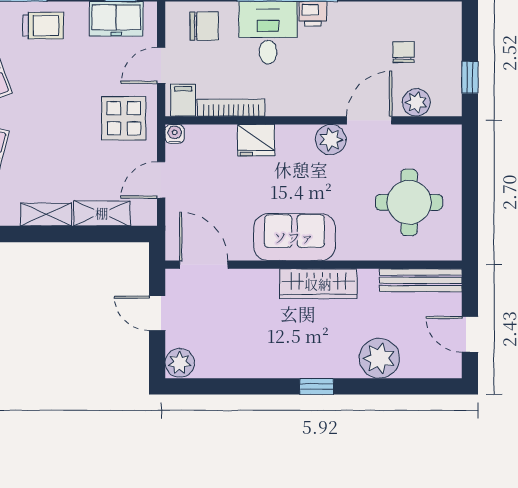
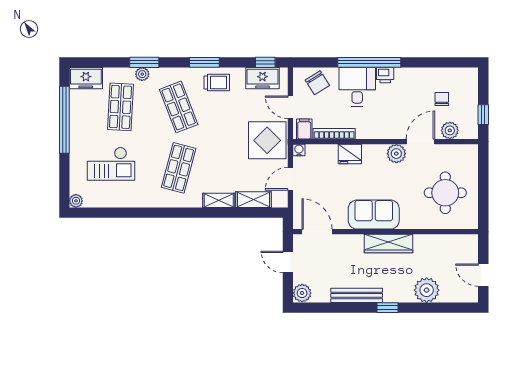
chair: (204, 26) -> (317, 83), turned 58
door: (161, 65) -> (290, 107), hinge flipped
display table: (124, 118) -> (267, 140), width x1.36, depth x1.36
bench: (421, 280) -> (357, 295), moved

